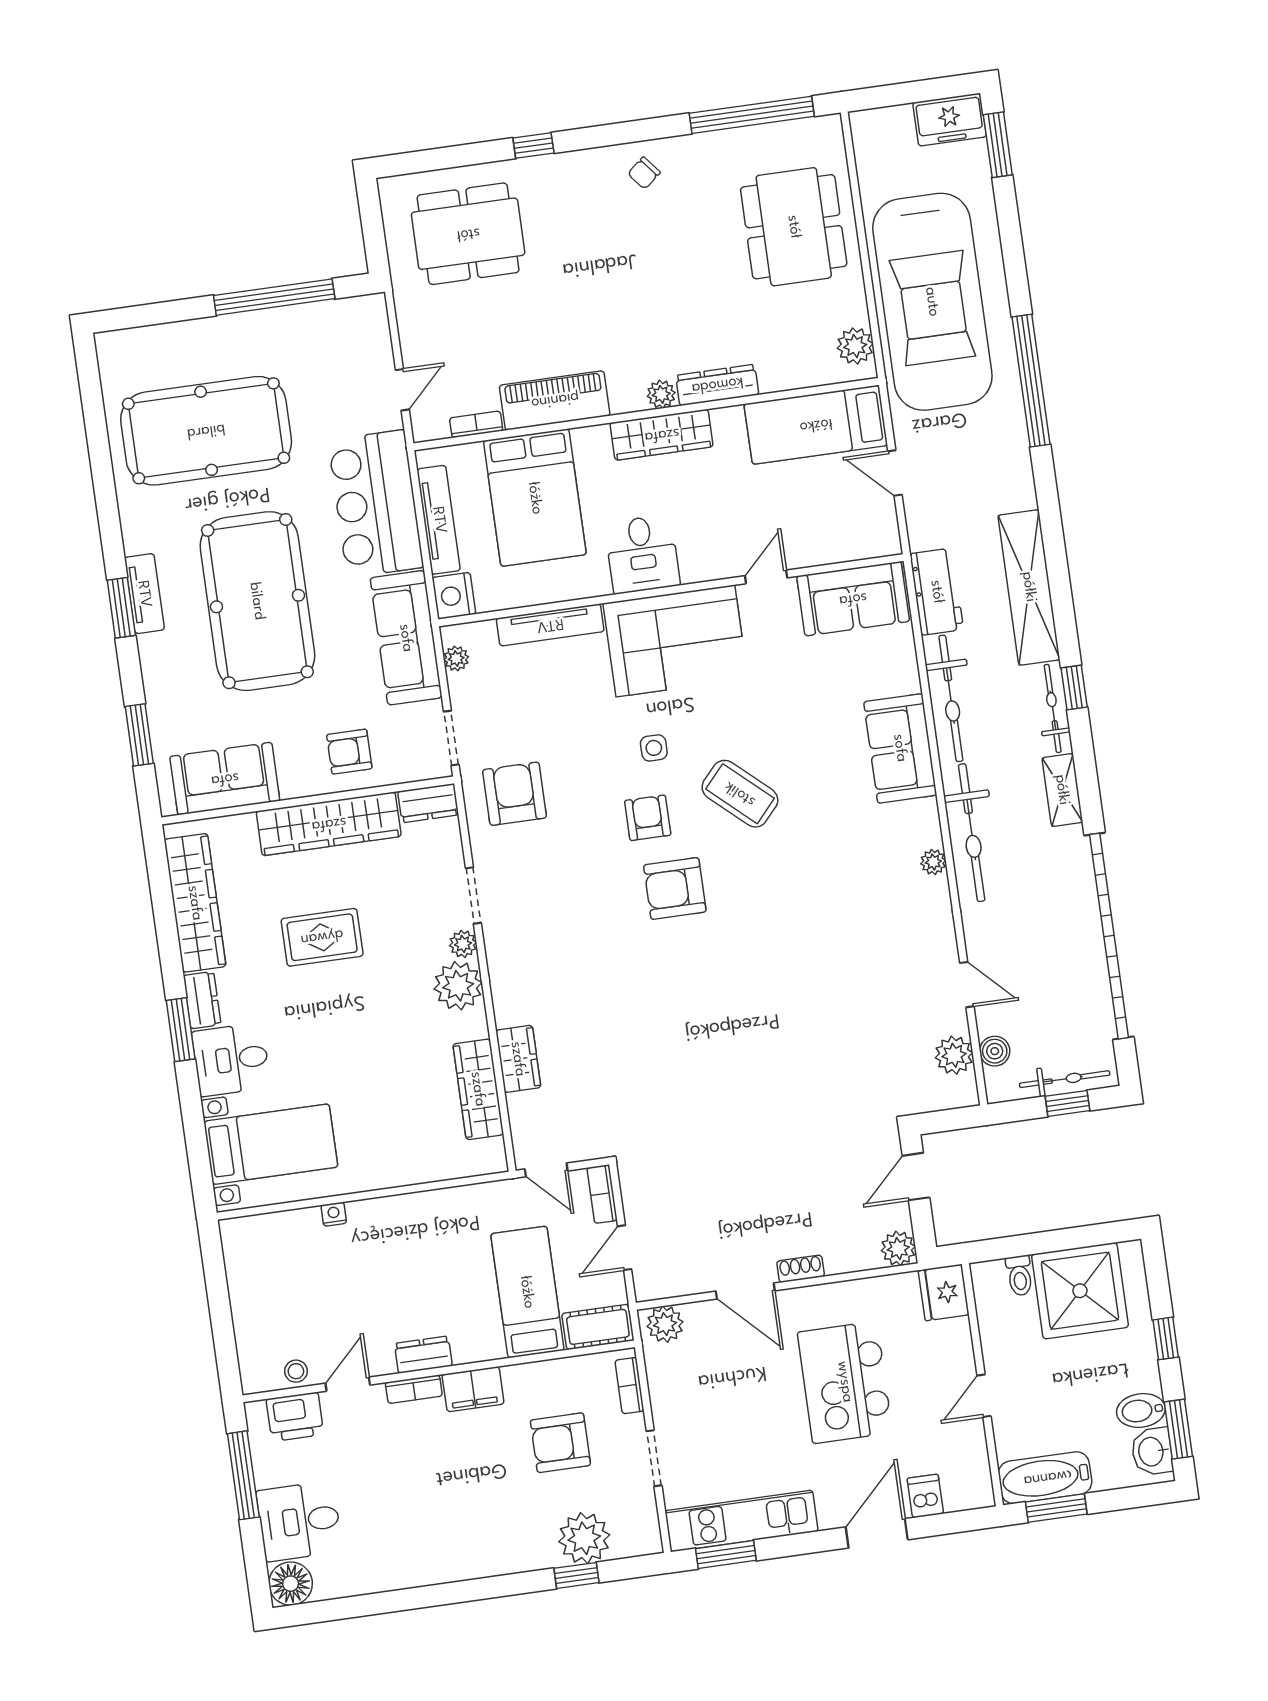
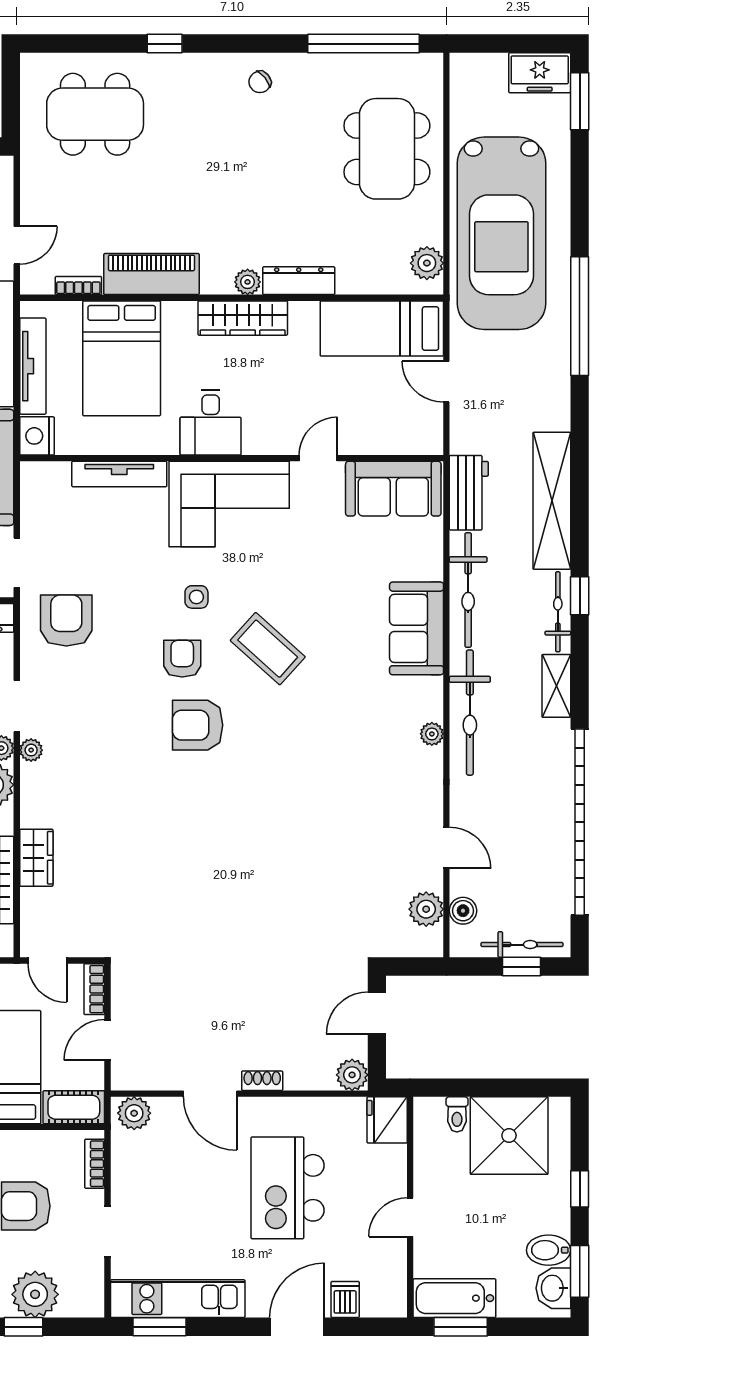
plant: (456, 658) -> (31, 750), moved

